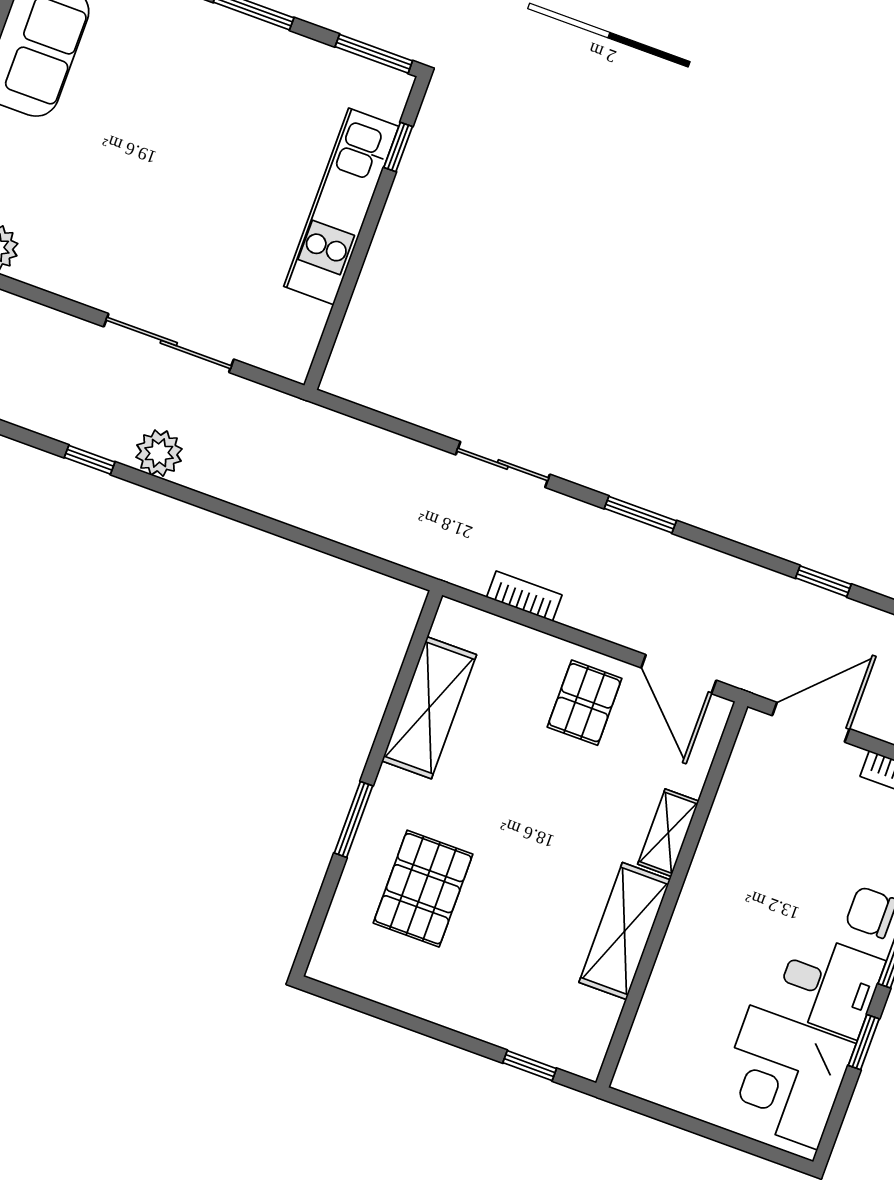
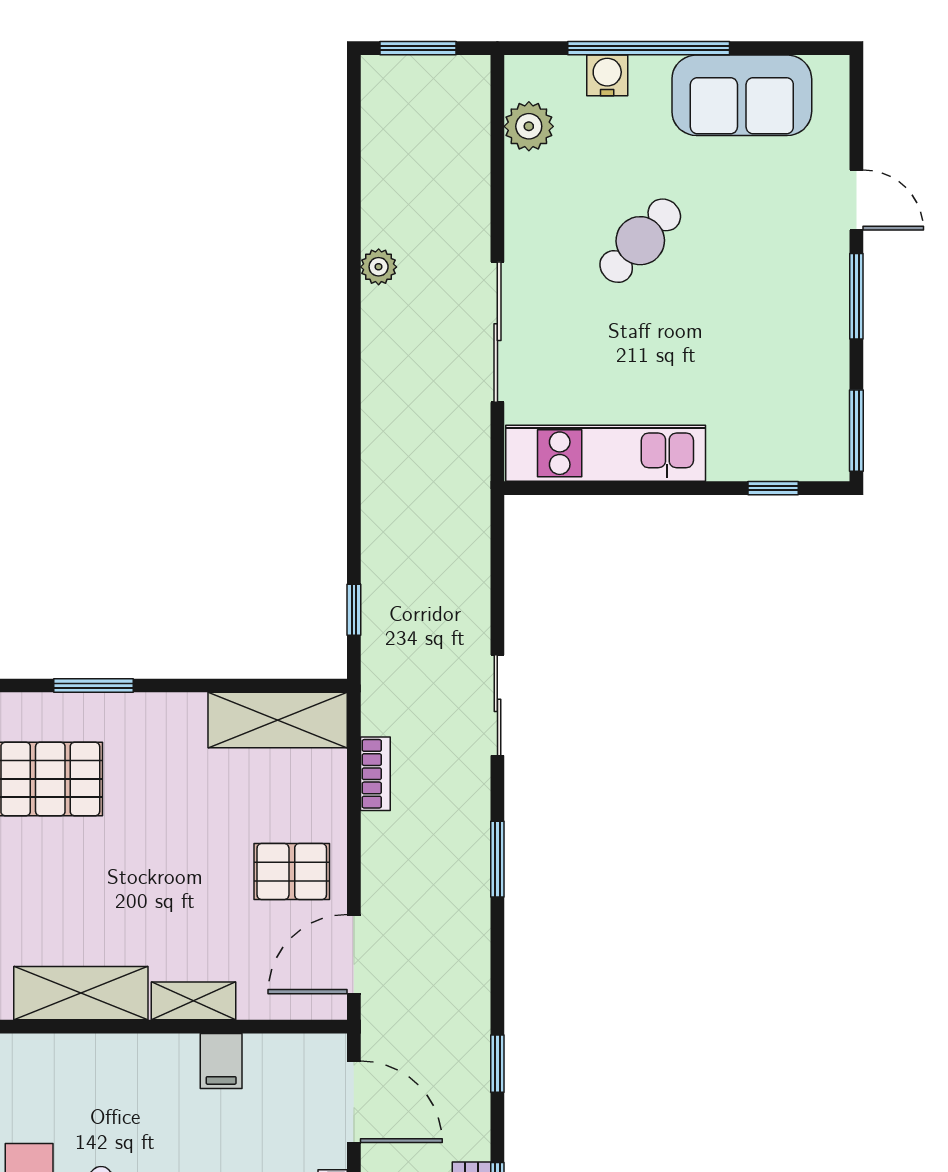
cafe table: (133, 185) -> (640, 241), added
kitchen unit: (341, 206) -> (606, 453), moved
plant: (159, 453) -> (379, 267), moved, width x0.73, depth x0.73
window: (90, 460) -> (354, 610), moved
shelving: (429, 708) -> (278, 720), moved
filing cabinet: (731, 828) -> (221, 1061), added

